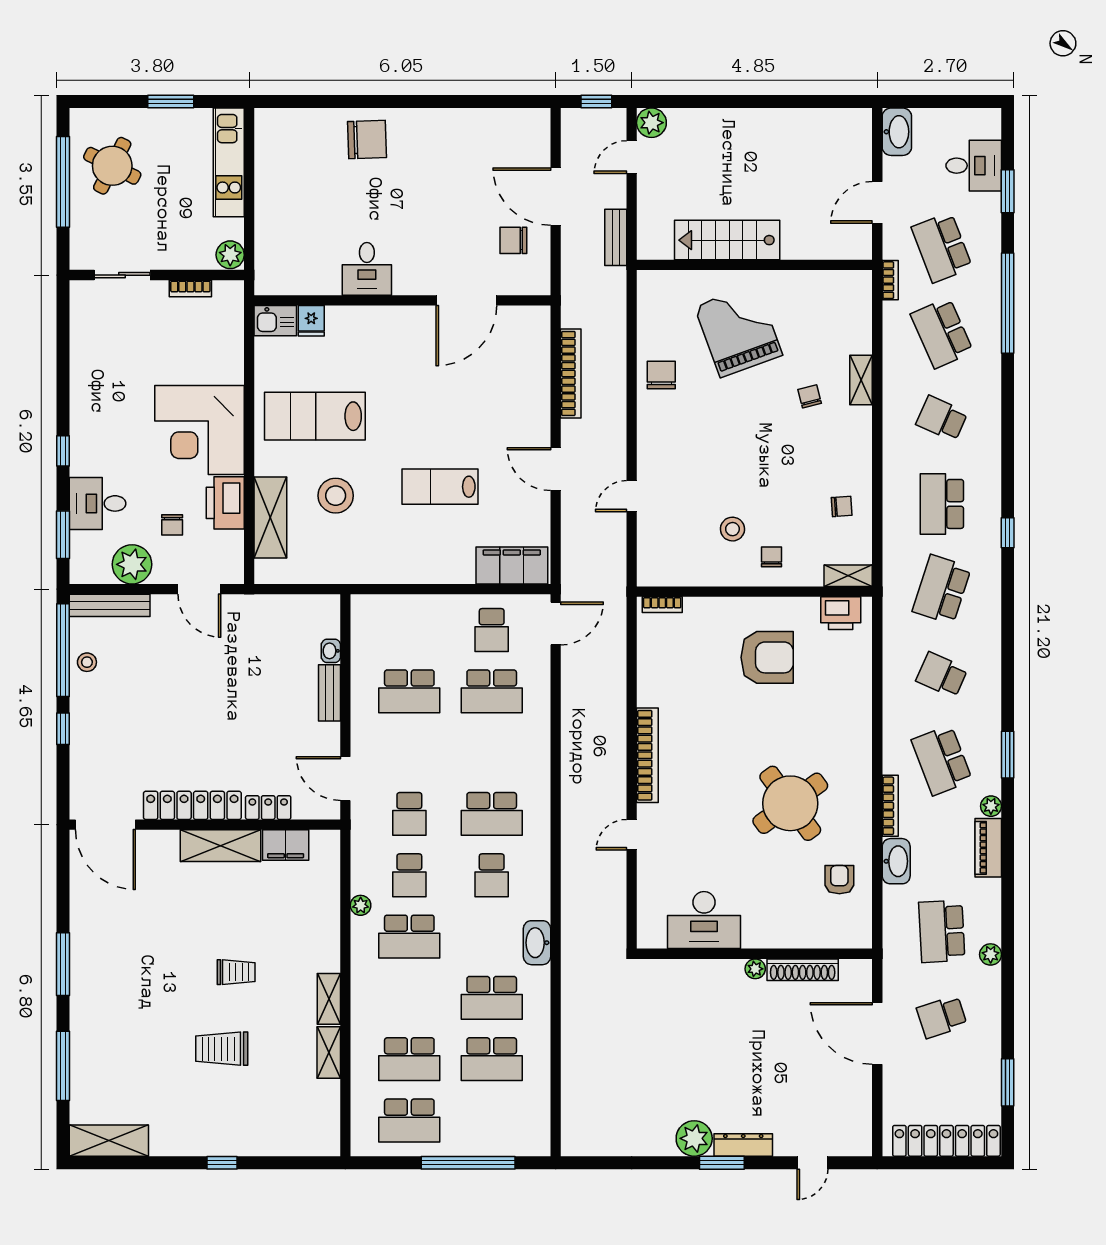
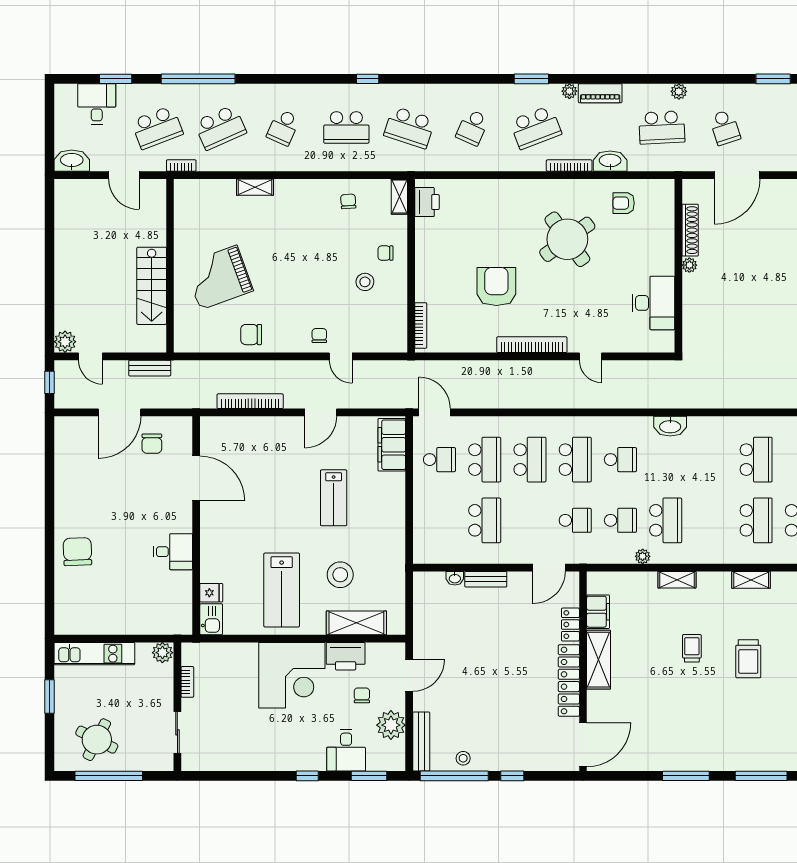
chair: (810, 396) -> (319, 336), moved, turned 104
chair: (172, 525) -> (362, 695), turned -90
bookcase: (662, 605) -> (421, 325), width x1.56
armchair: (767, 657) -> (496, 287), moved
school desk: (492, 998) -> (530, 460), moved
shelving: (329, 999) -> (677, 580), moved

